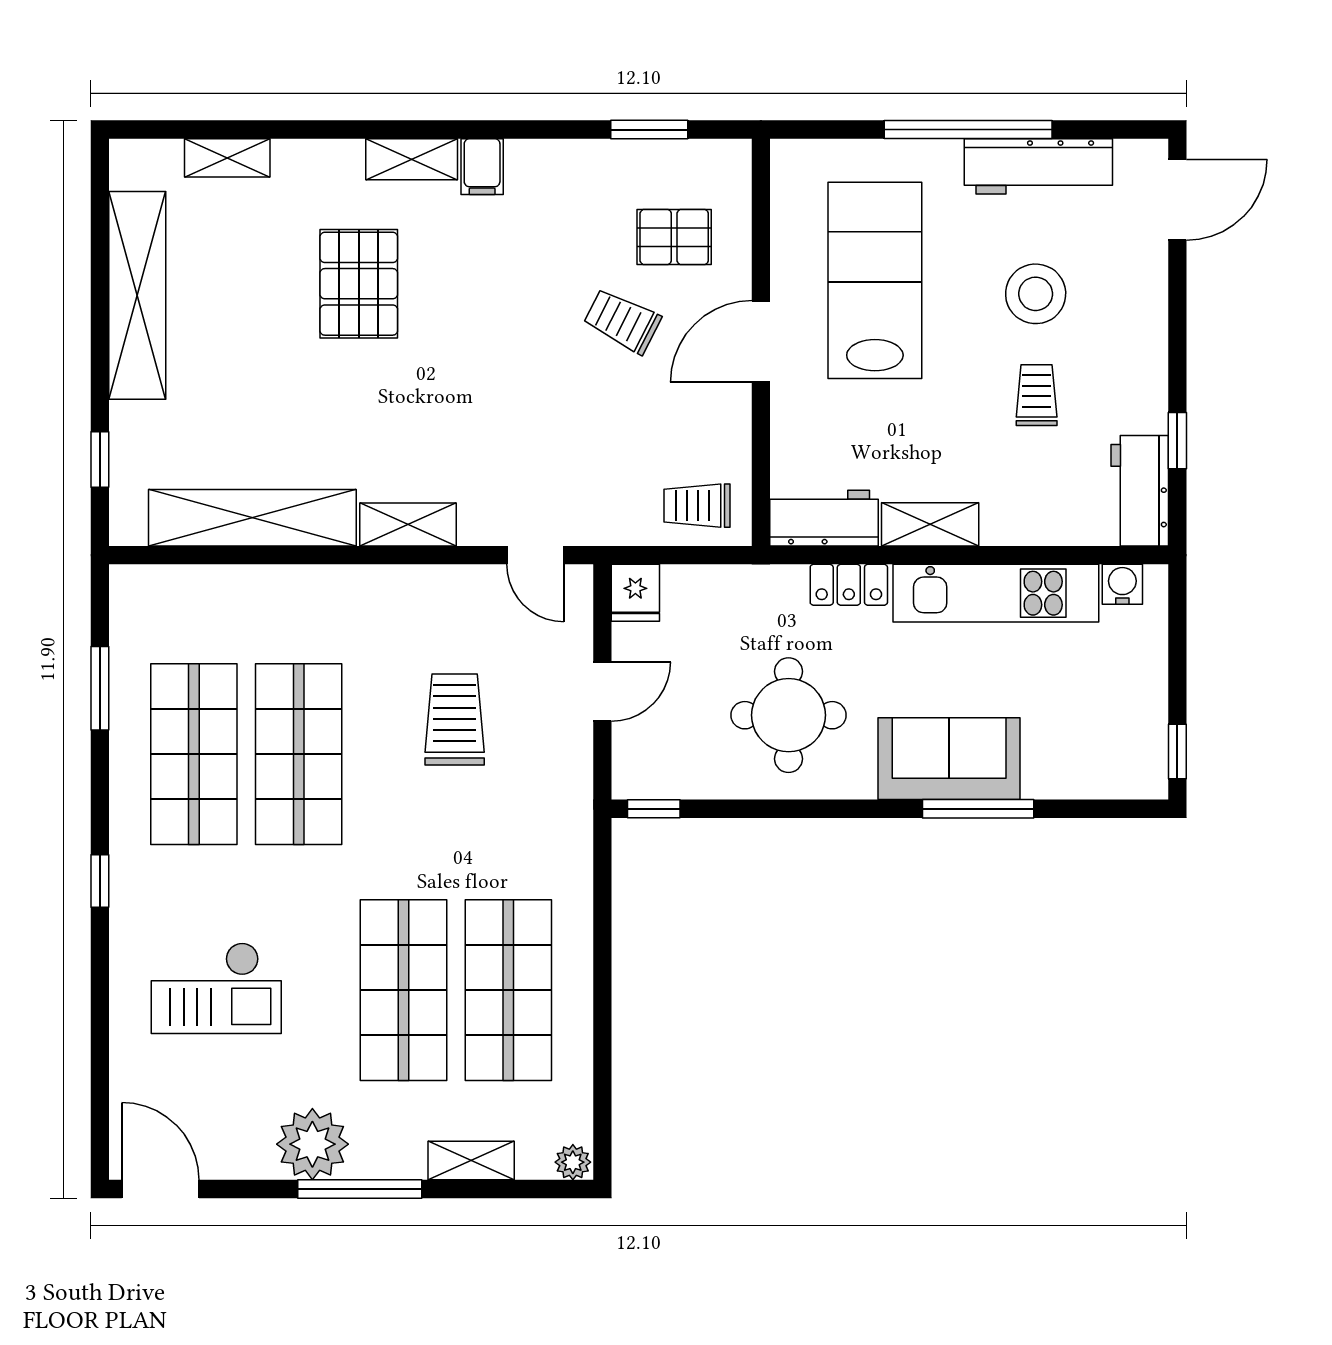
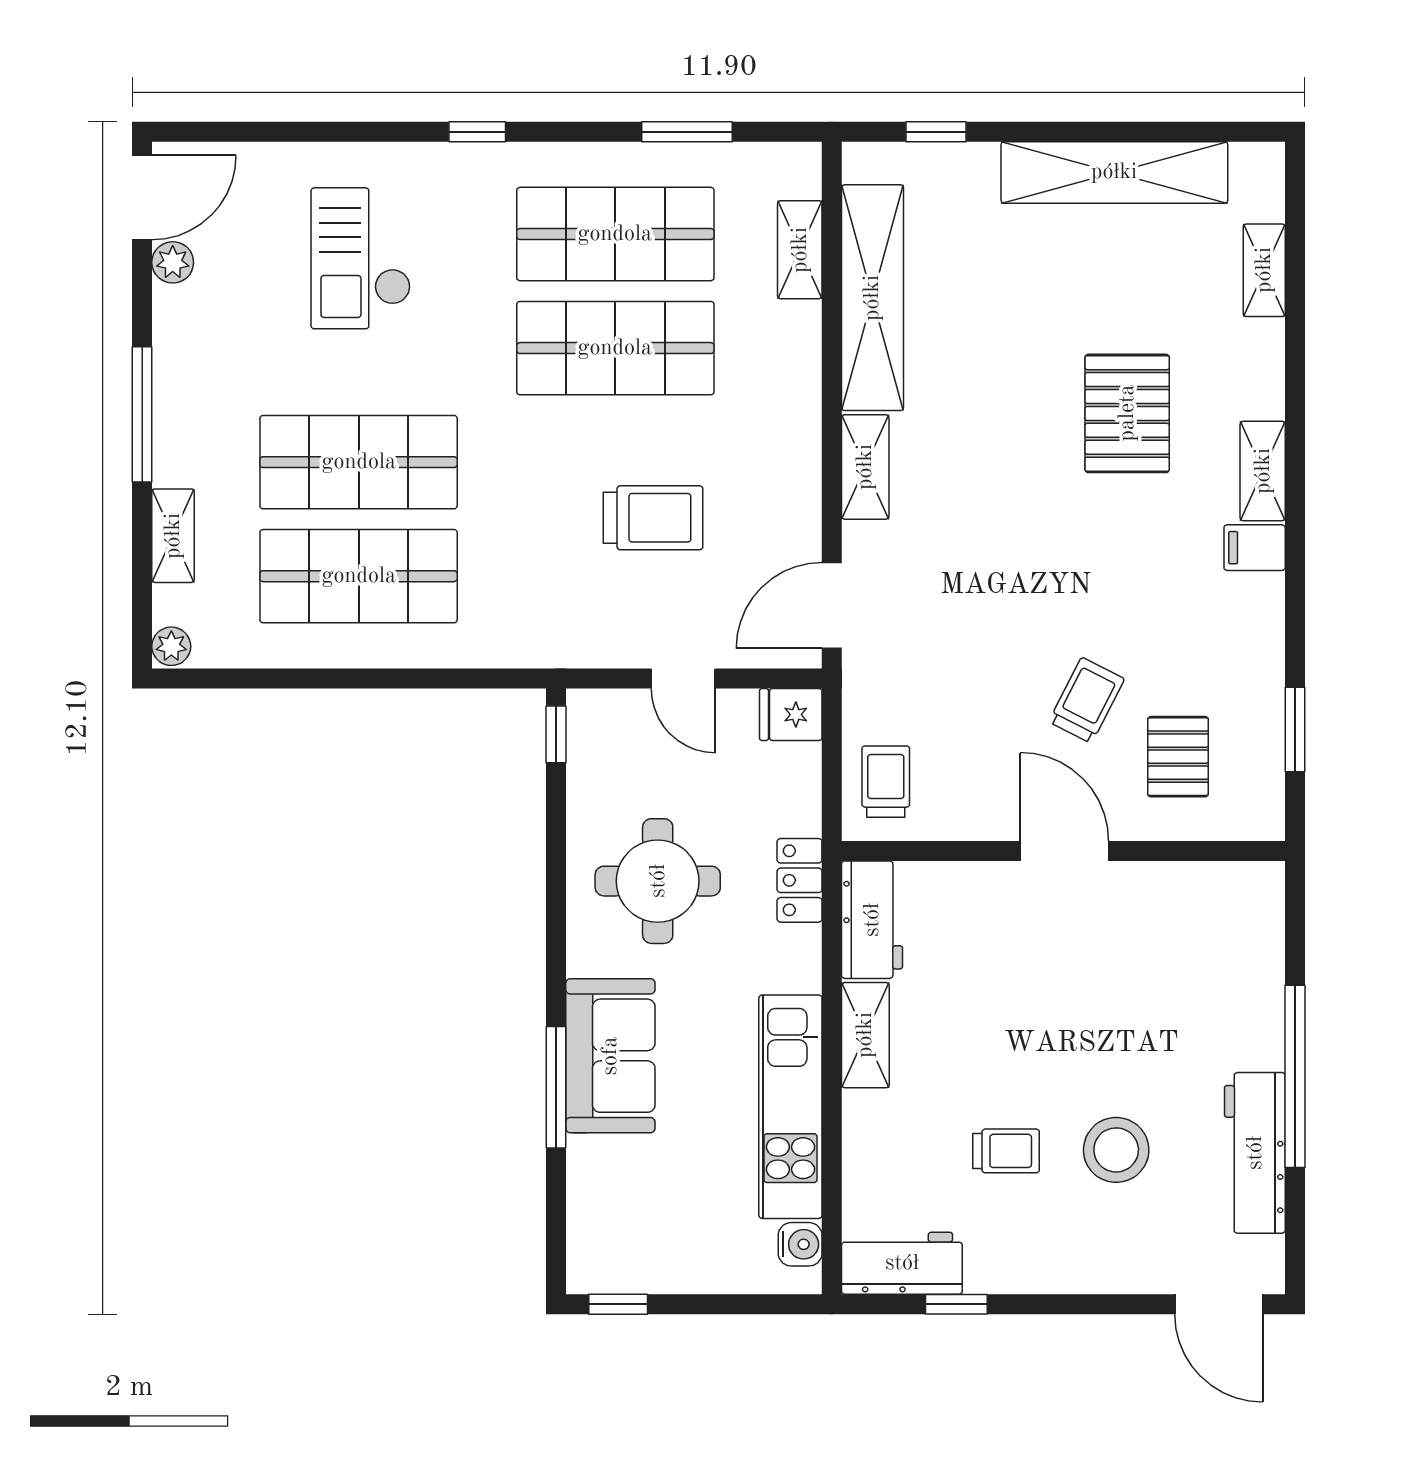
lab bench: (875, 280) -> (1131, 975), removed
pallet: (359, 284) -> (1127, 413), turned 90
door: (535, 555) -> (832, 605), width x1.38
shelving: (208, 585) -> (800, 250), added
locker: (849, 585) -> (800, 880), moved
plant: (312, 1144) -> (173, 262), moved, width x0.53, depth x0.53

